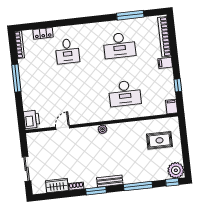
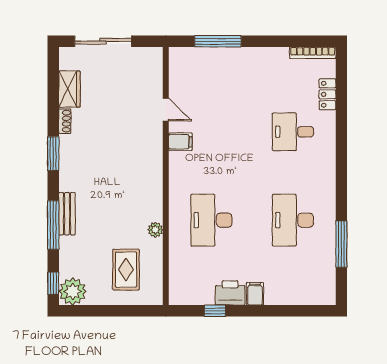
bookcase: (164, 37) -> (299, 297), removed
window: (16, 78) -> (218, 41), moved
filing cabinet: (172, 107) -> (180, 142), moved
printer: (32, 119) -> (230, 293), moved, turned 180
plant: (102, 129) -> (155, 230), moved
sliding door: (27, 169) -> (103, 41), width x1.37
bench: (110, 181) -> (67, 214), moved

